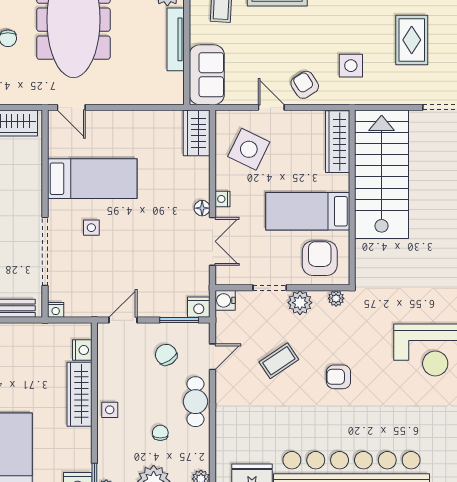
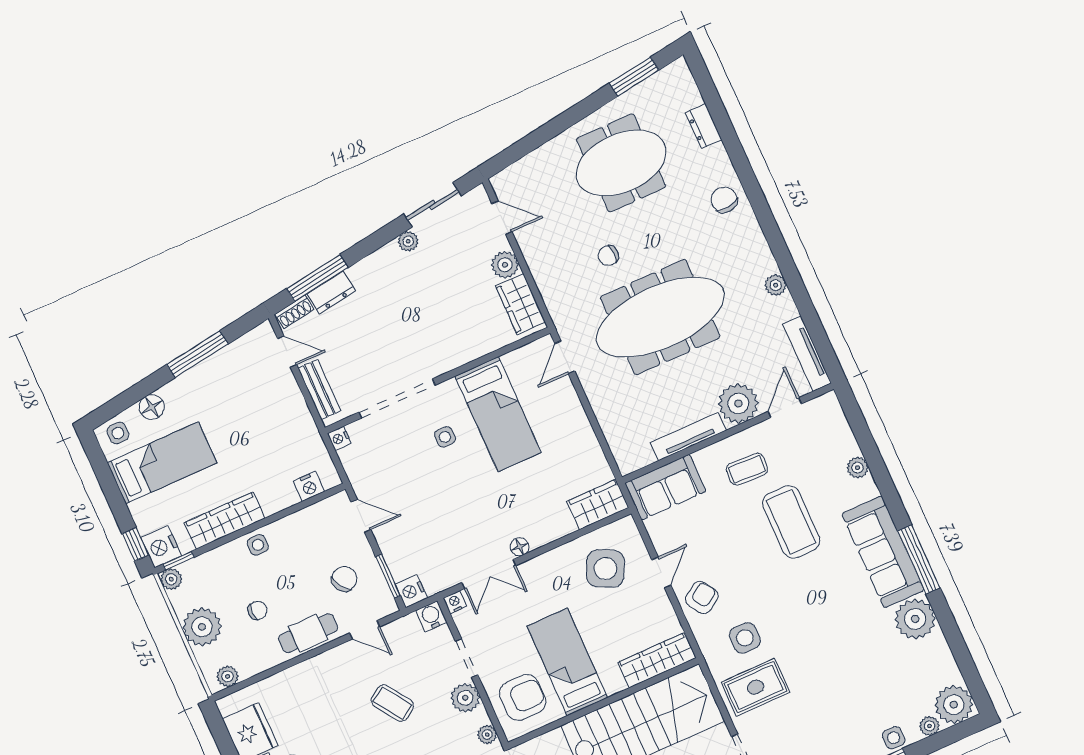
rug: (412, 40) -> (756, 687), moved
nightstand: (223, 199) -> (455, 602), moved
wardrobe: (79, 394) -> (225, 521), moved

